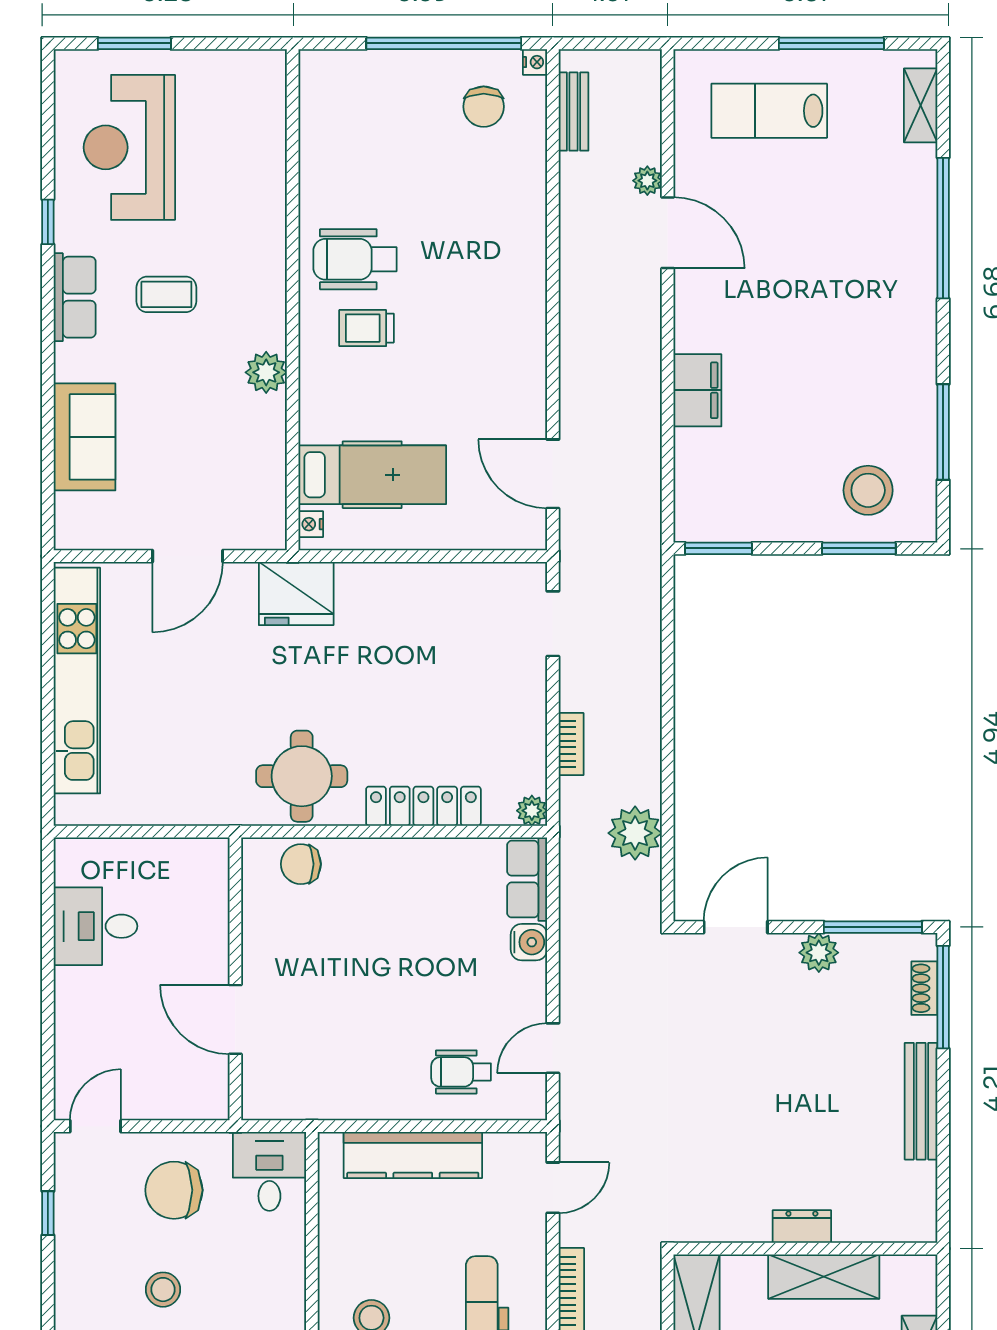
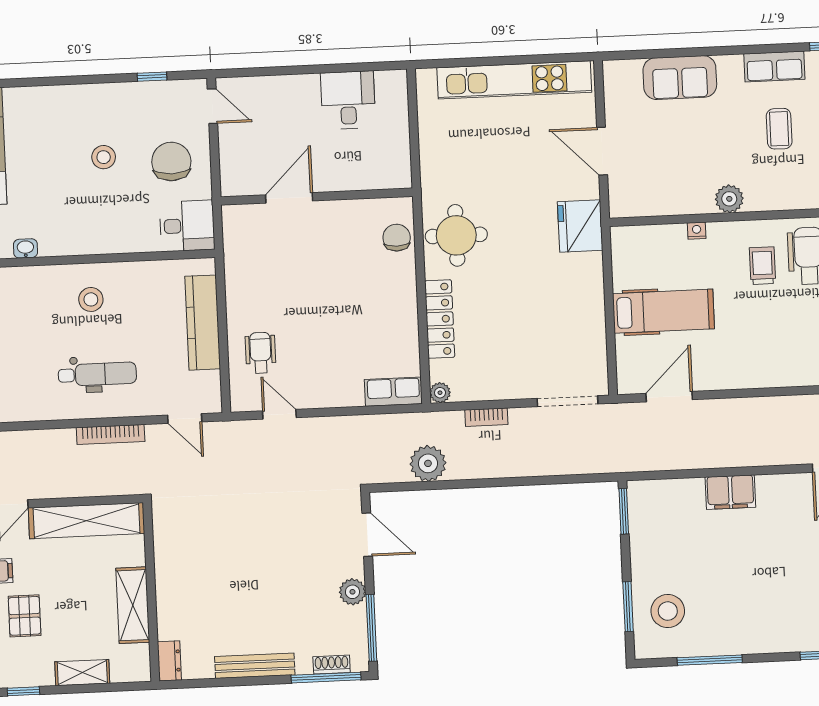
hospital bed: (372, 475) -> (663, 311), moved, turned -90
nightstand: (311, 524) -> (697, 231), moved
doorway: (553, 624) -> (568, 401), width x1.38
water cooler: (529, 942) -> (351, 395), removed
dresser: (802, 1226) -> (169, 661), moved

